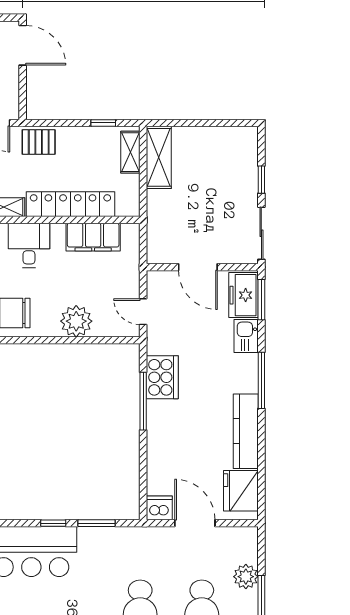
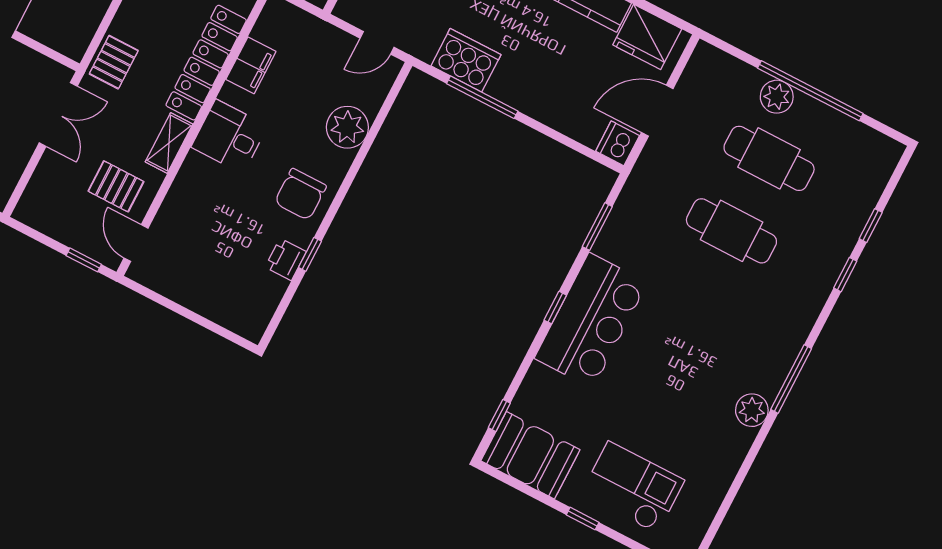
filing cabinet: (93, 237) -> (251, 65), width x0.67, depth x0.86
window: (53, 523) -> (555, 308), moved
plant: (246, 577) -> (777, 97), moved

